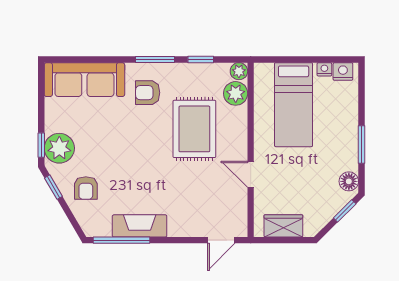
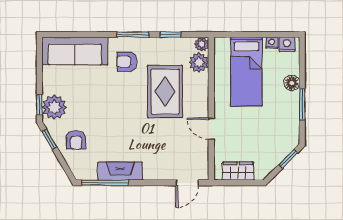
floor lamp: (349, 181) -> (292, 83), moved

